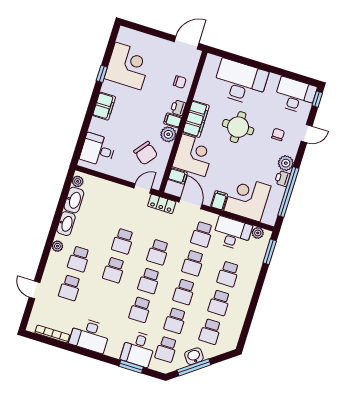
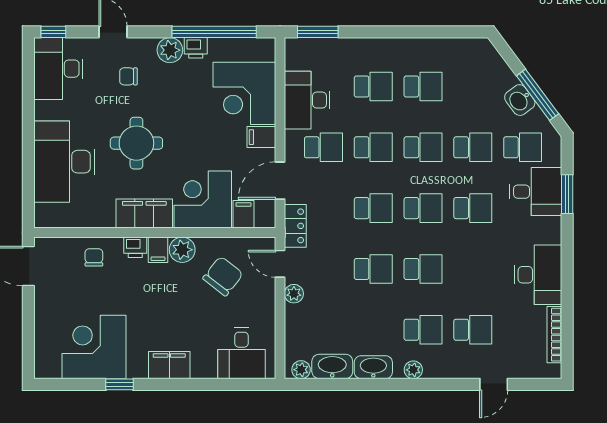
plant: (258, 233) -> (294, 294), moved
school desk: (210, 331) -> (473, 87), removed

